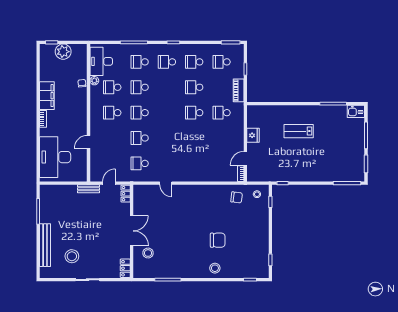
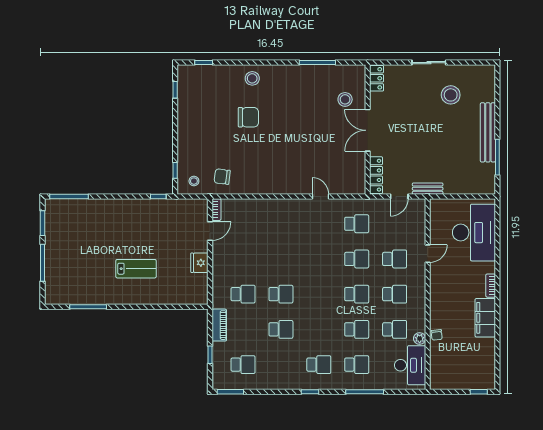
plant: (63, 52) -> (463, 379), removed
school desk: (194, 62) -> (395, 259), moved
kitchen sink: (356, 111) -> (57, 296), removed
locker: (126, 194) -> (376, 175), width x1.53
chair: (218, 240) -> (248, 117), turned 180
bench: (45, 245) -> (488, 132), moved

